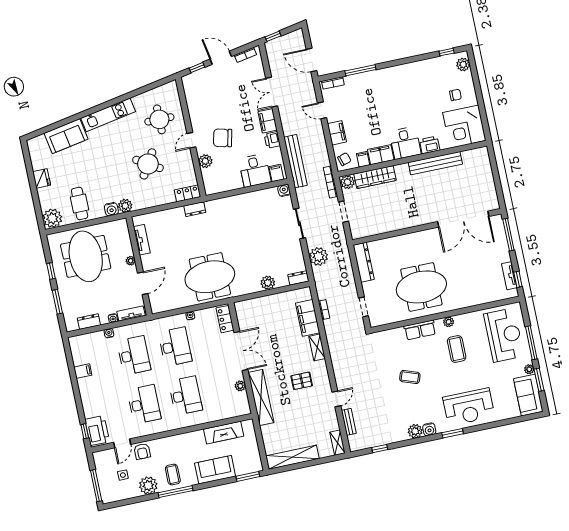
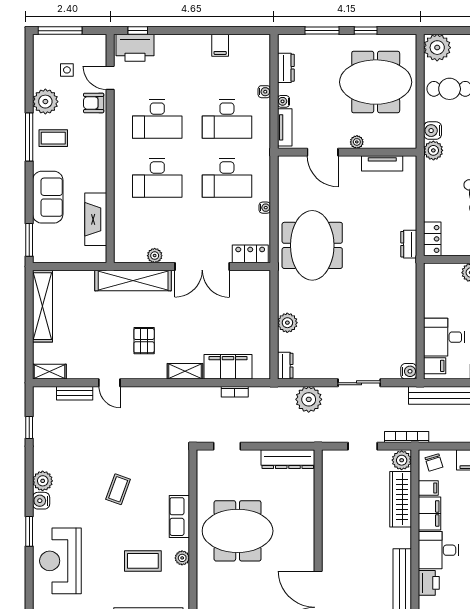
meeting table: (421, 287) -> (238, 531), turned 90

